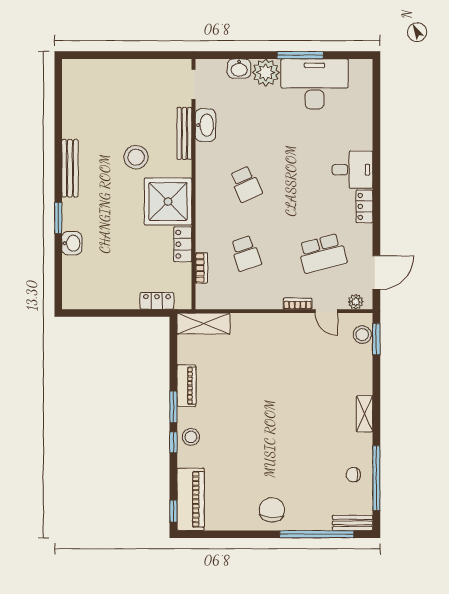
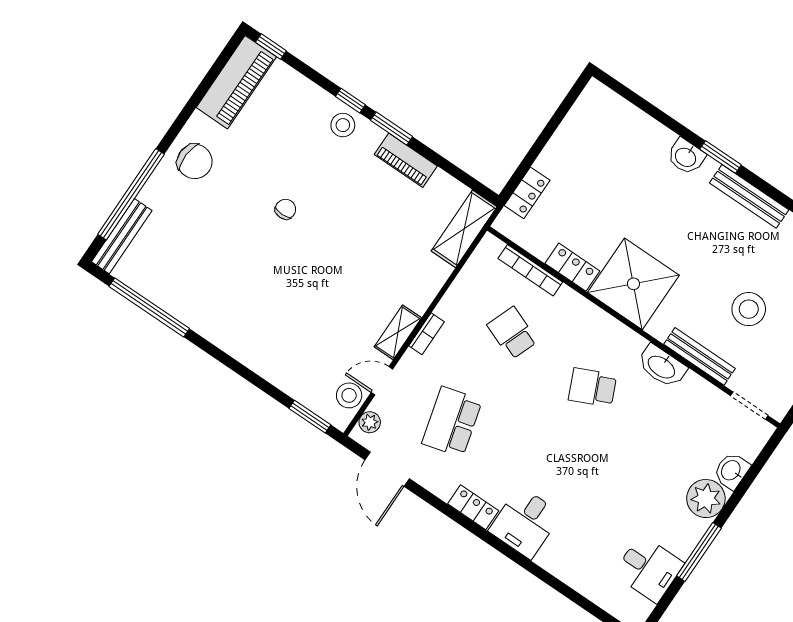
desk: (315, 84) -> (649, 569), width x0.53, depth x0.77
washbasin: (205, 125) -> (662, 366), moved
stool: (136, 157) -> (749, 309), moved
window: (58, 218) -> (720, 157), moved
washbasin: (72, 243) -> (686, 157), moved
school desk: (246, 253) -> (512, 333), turned 39
bookcase: (201, 268) -> (530, 270), width x1.56
bookcase: (298, 304) -> (427, 334), moved
stool: (362, 335) -> (349, 395), moved
shelving: (365, 414) -> (398, 332), moved, turned 90
chair: (353, 475) -> (285, 209), moved
piano: (191, 499) -> (236, 82), moved, turned -90
bench: (353, 523) -> (122, 236), width x1.36

